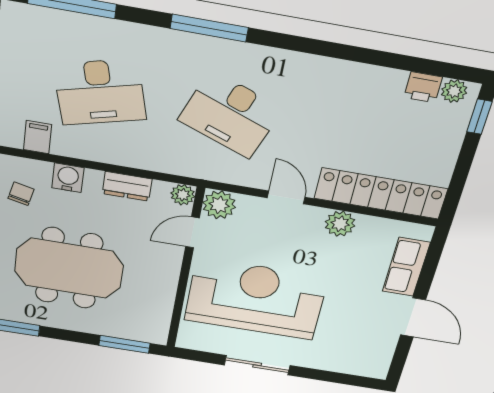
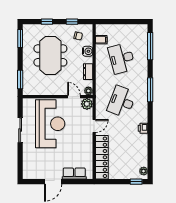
printer: (423, 87) -> (143, 128), moved
plant: (340, 224) -> (87, 146), removed

